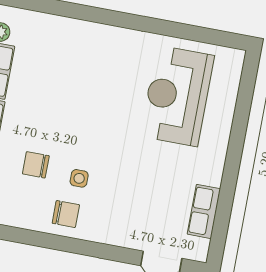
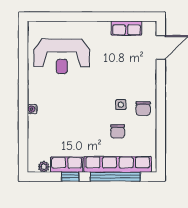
water cooler: (99, 31) -> (32, 109), added
chair: (66, 214) -> (143, 109), turned 180

